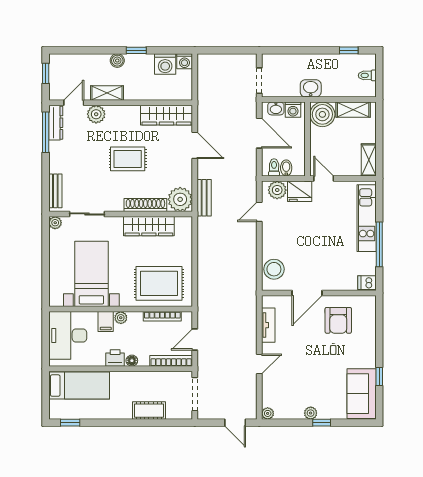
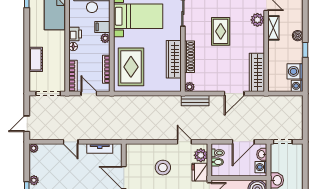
rug: (128, 159) -> (221, 31), moved
plant: (180, 199) -> (190, 87), width x0.53, depth x0.53
stool: (274, 269) -> (163, 168), moved

